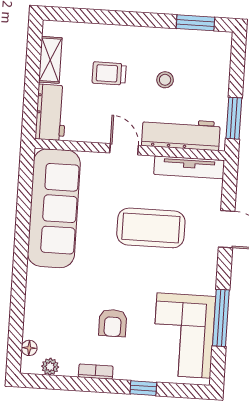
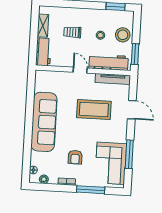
stool: (210, 79) -> (123, 35), added
sofa: (54, 208) -> (44, 122), moved
window: (143, 388) -> (91, 190), width x2.17

